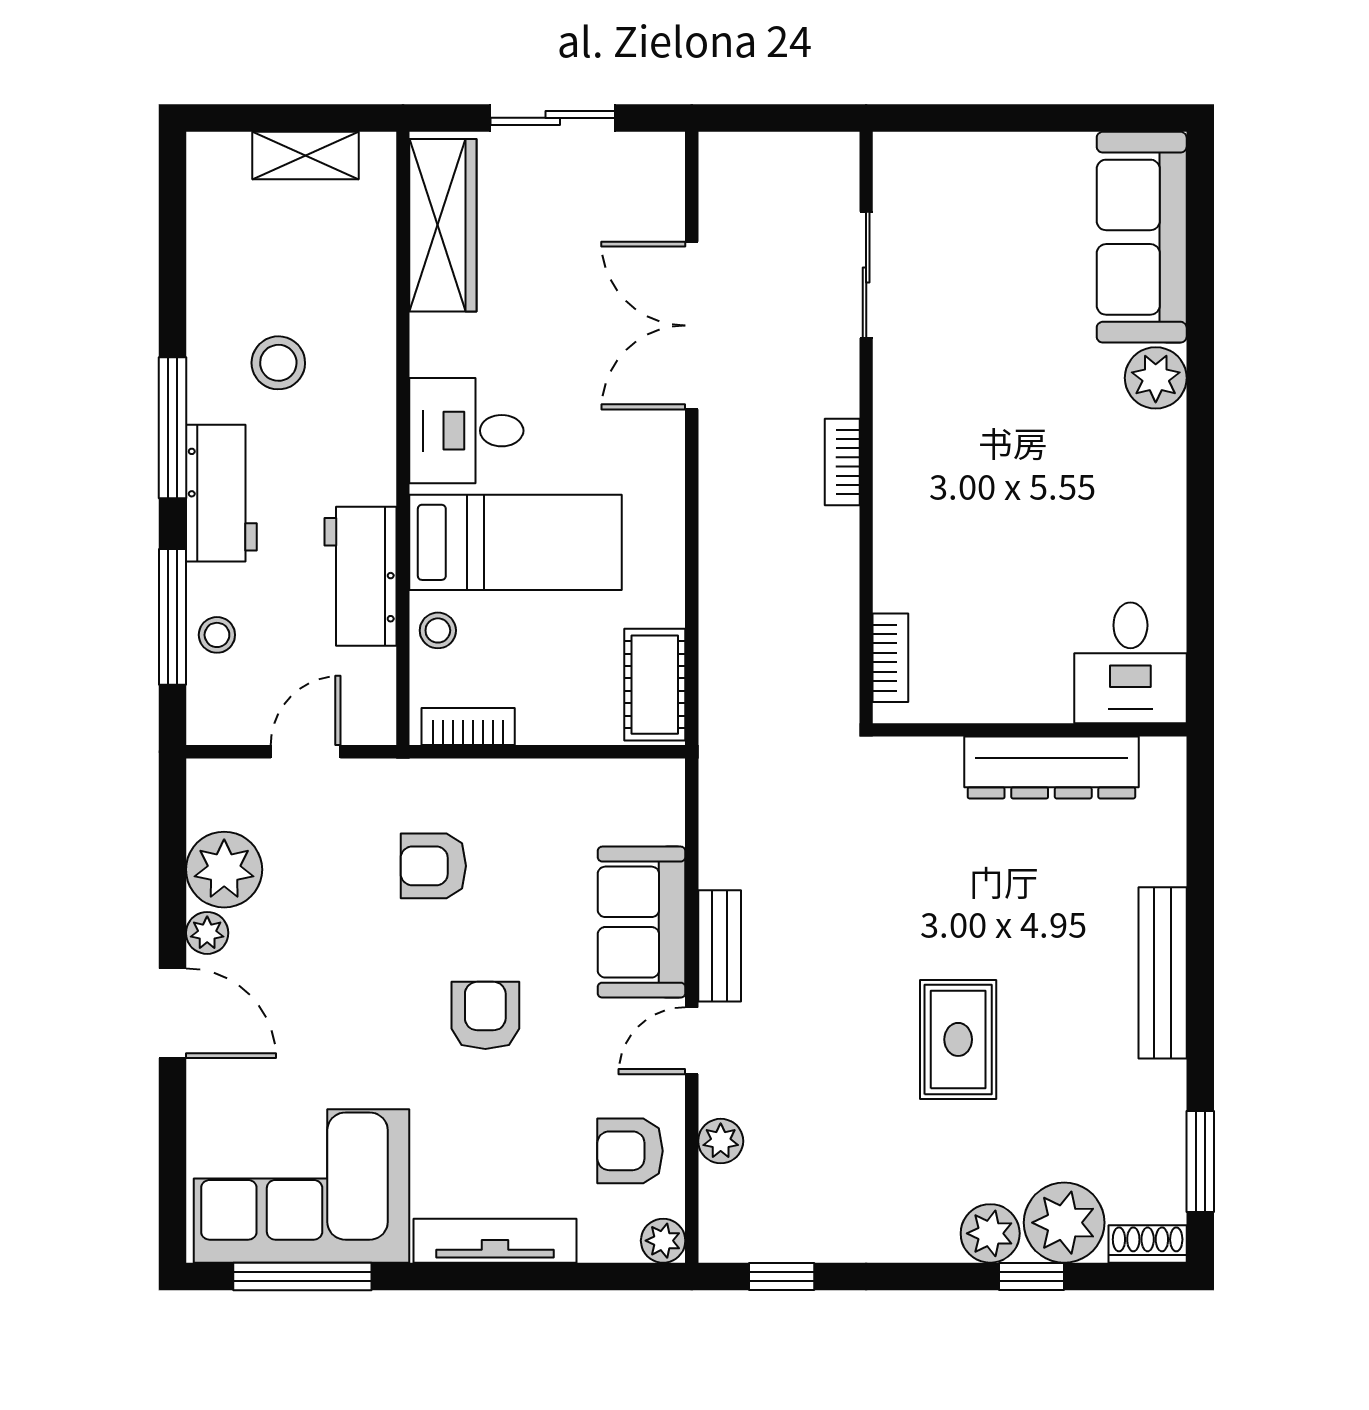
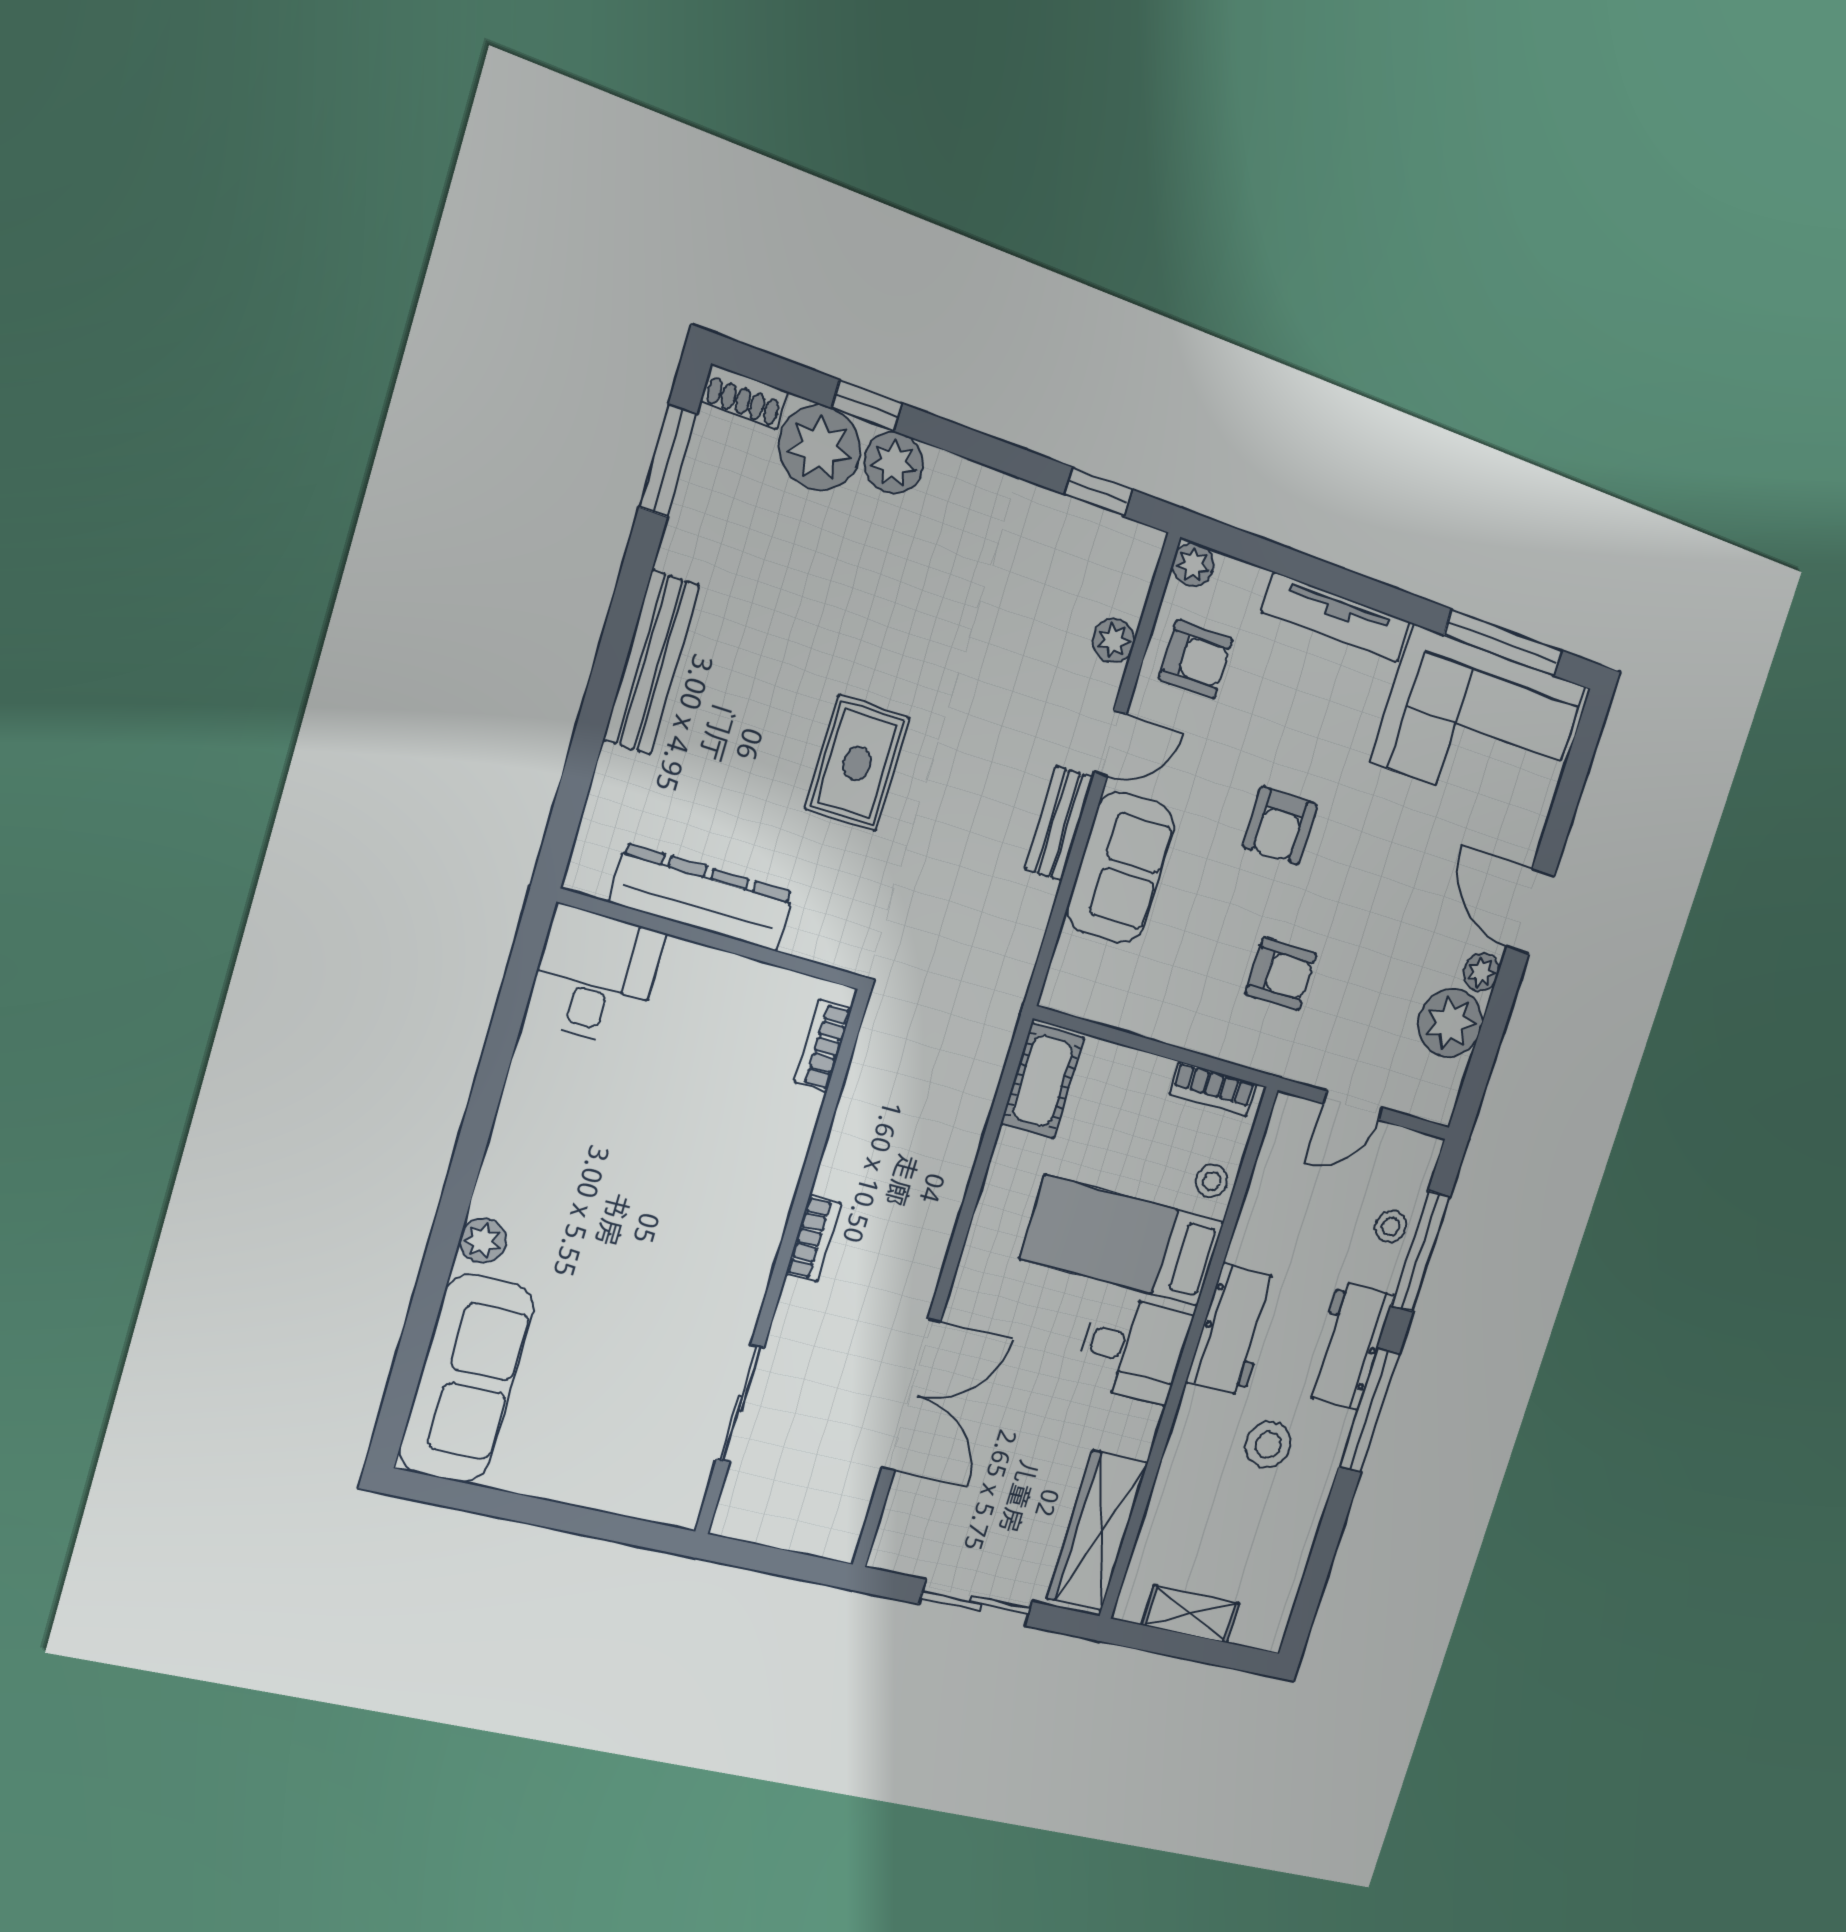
plant: (1156, 378) -> (483, 1241), width x0.73, depth x0.73
workbench: (360, 576) -> (1233, 1330), moved
rug: (958, 1039) -> (857, 763), moved

